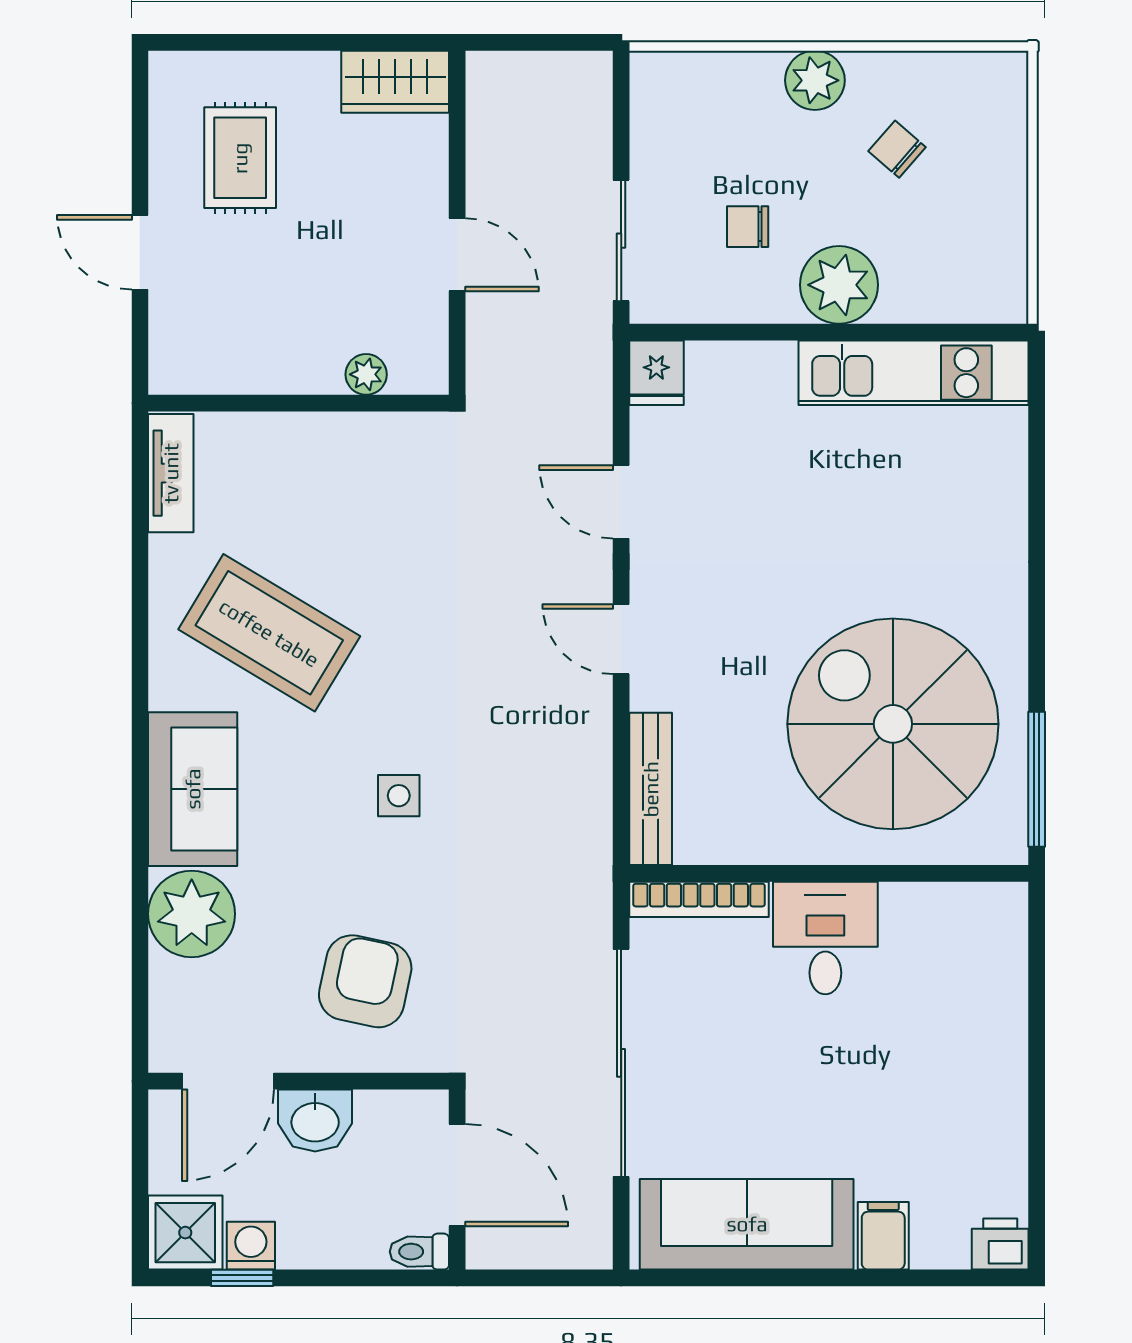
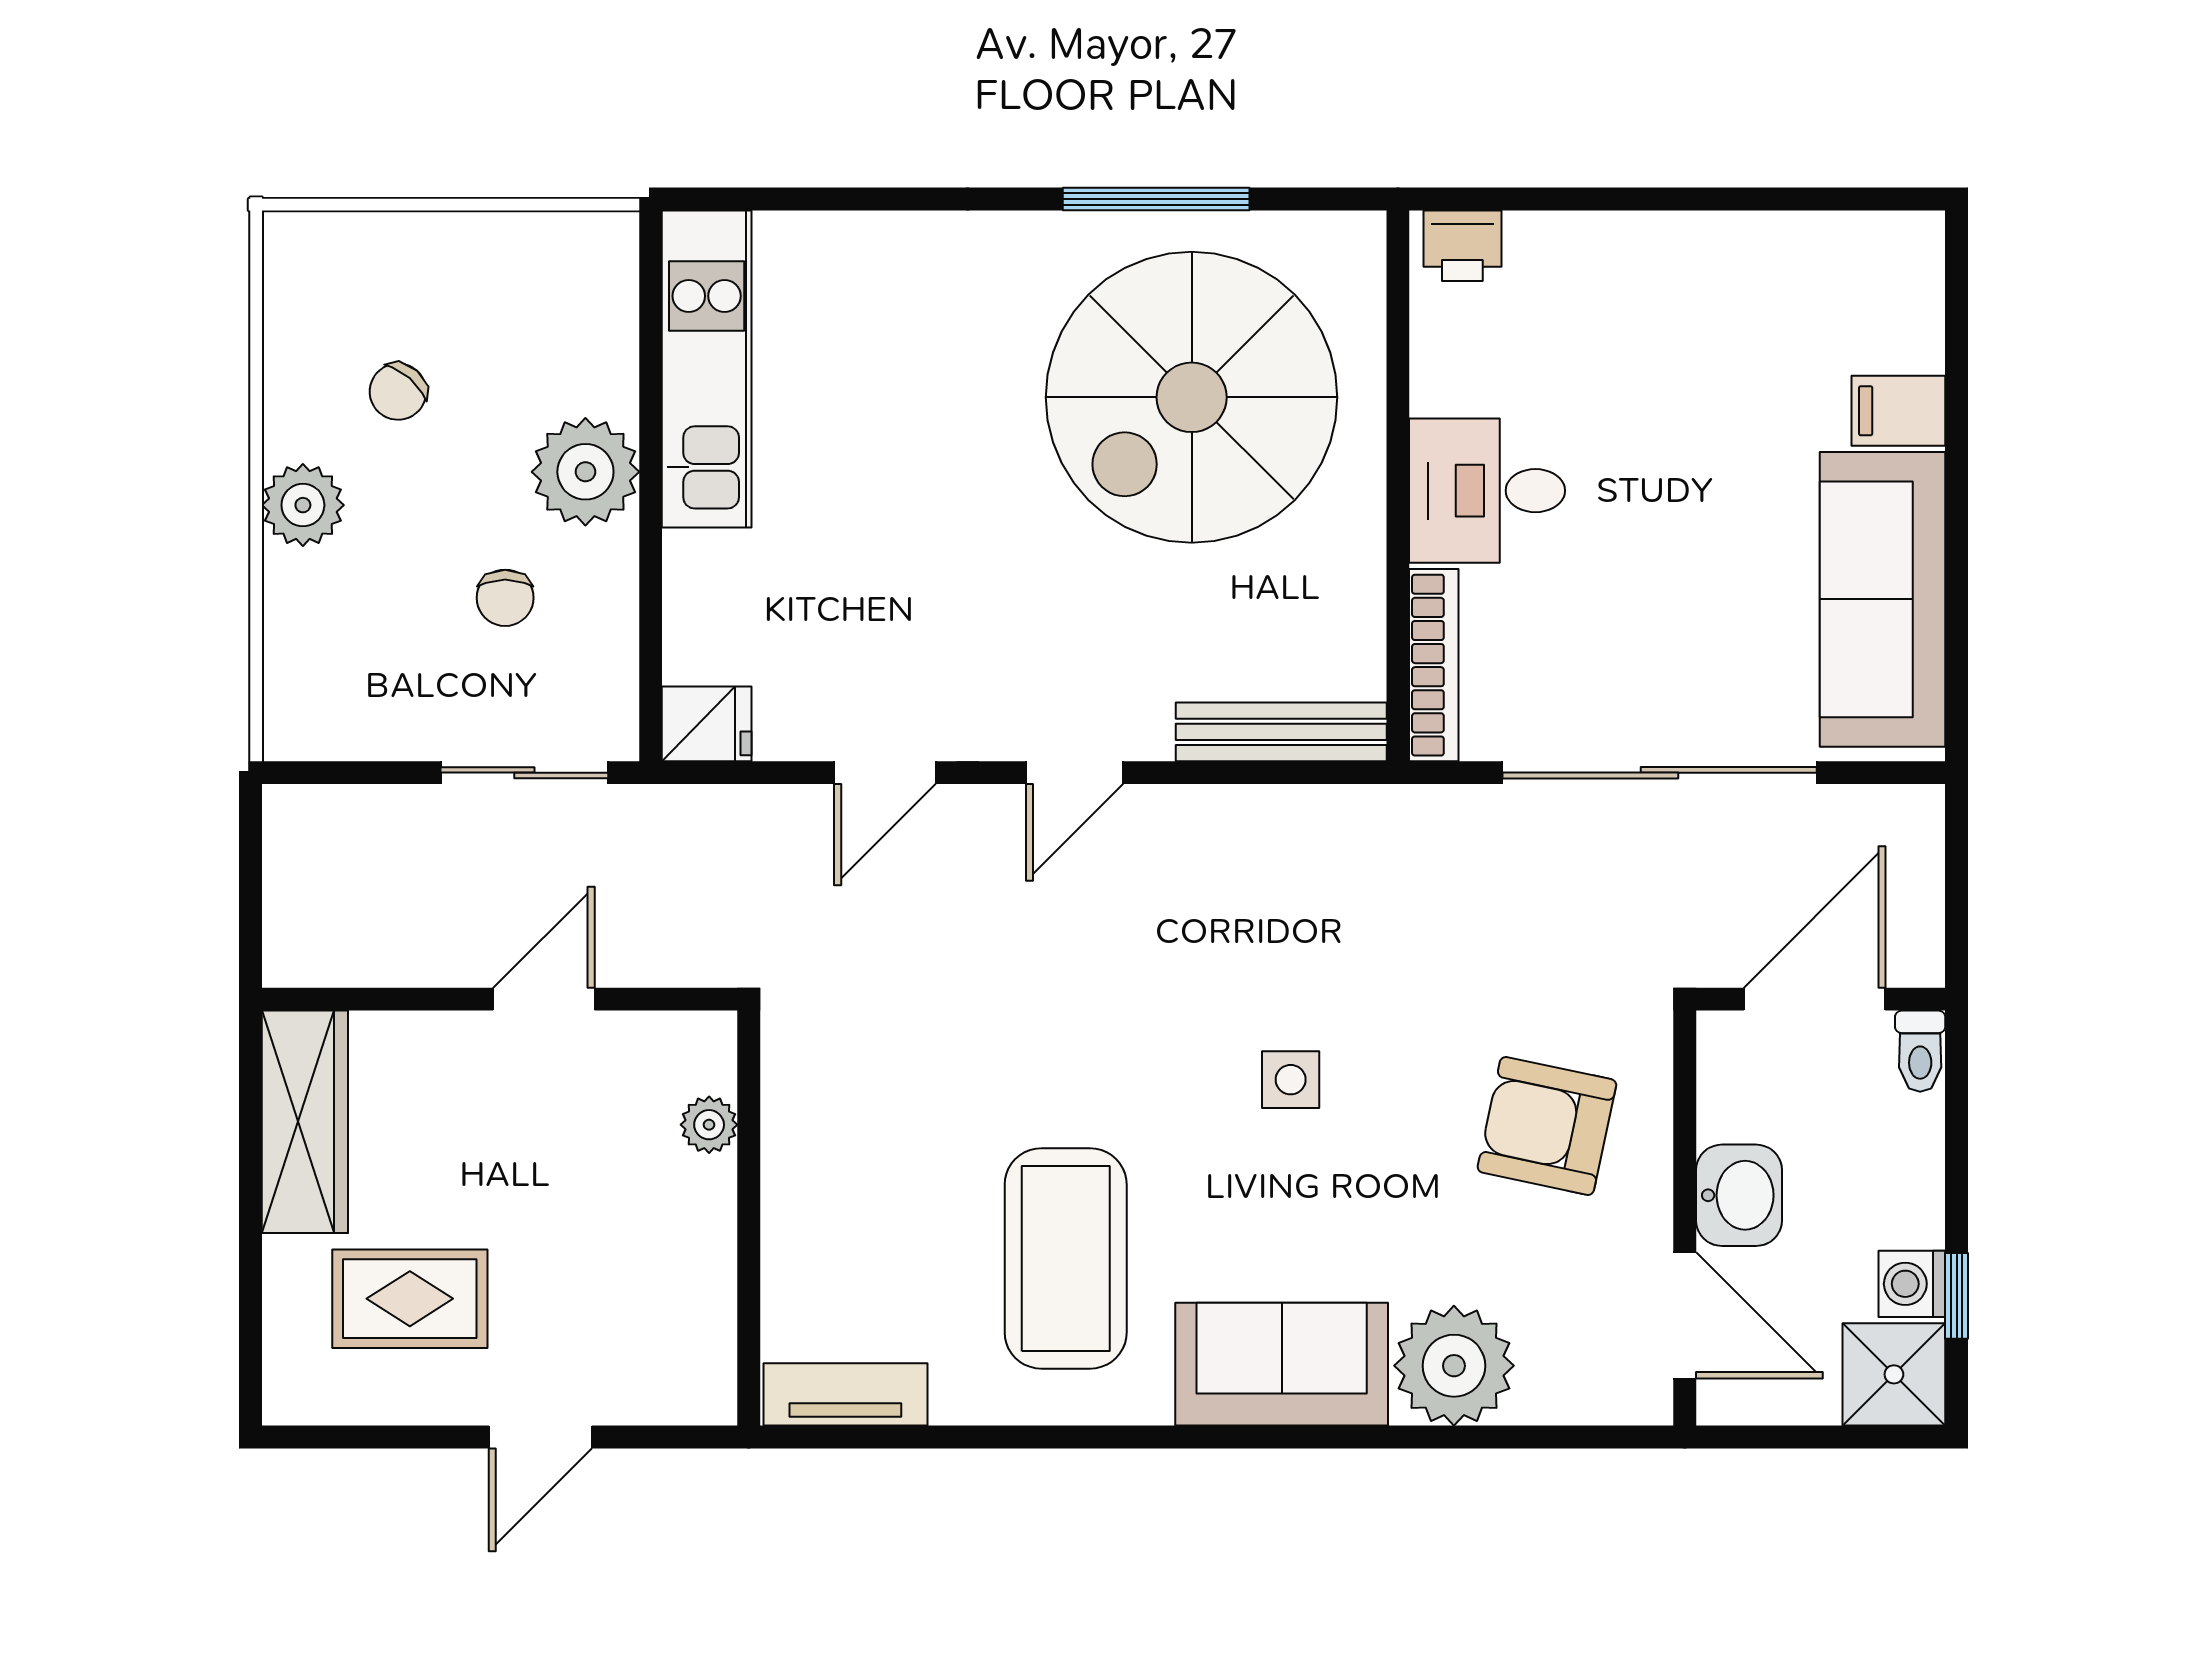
wardrobe: (395, 82) -> (305, 1122), width x1.50
coffee table: (269, 633) -> (1066, 1258), turned -31
window: (1037, 779) -> (1156, 199), moved
printer: (1000, 1244) -> (1462, 246), moved, turned -90

